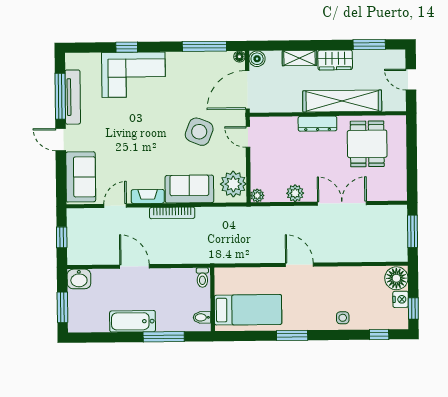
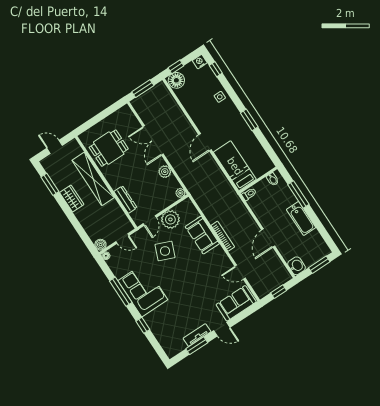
window: (204, 46) -> (121, 292), moved
shelving: (300, 58) -> (84, 220), removed
corner sofa: (133, 75) -> (143, 290), moved
door: (411, 80) -> (55, 147), swing flipped
door: (247, 90) -> (122, 239), width x0.53
window: (60, 96) -> (197, 346), width x0.69
tv unit: (73, 97) -> (197, 335), width x0.71
dresser: (317, 124) -> (125, 200), moved
door: (61, 140) -> (222, 329), hinge flipped
plant: (233, 184) -> (170, 219), moved
fireplace: (148, 196) -> (222, 257), removed
nightstand: (401, 299) -> (200, 62), moved
window: (413, 308) -> (176, 67), moved
bed: (248, 310) -> (235, 166), moved

